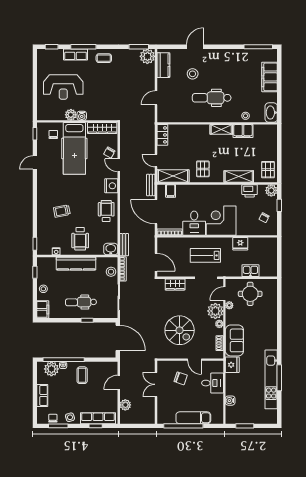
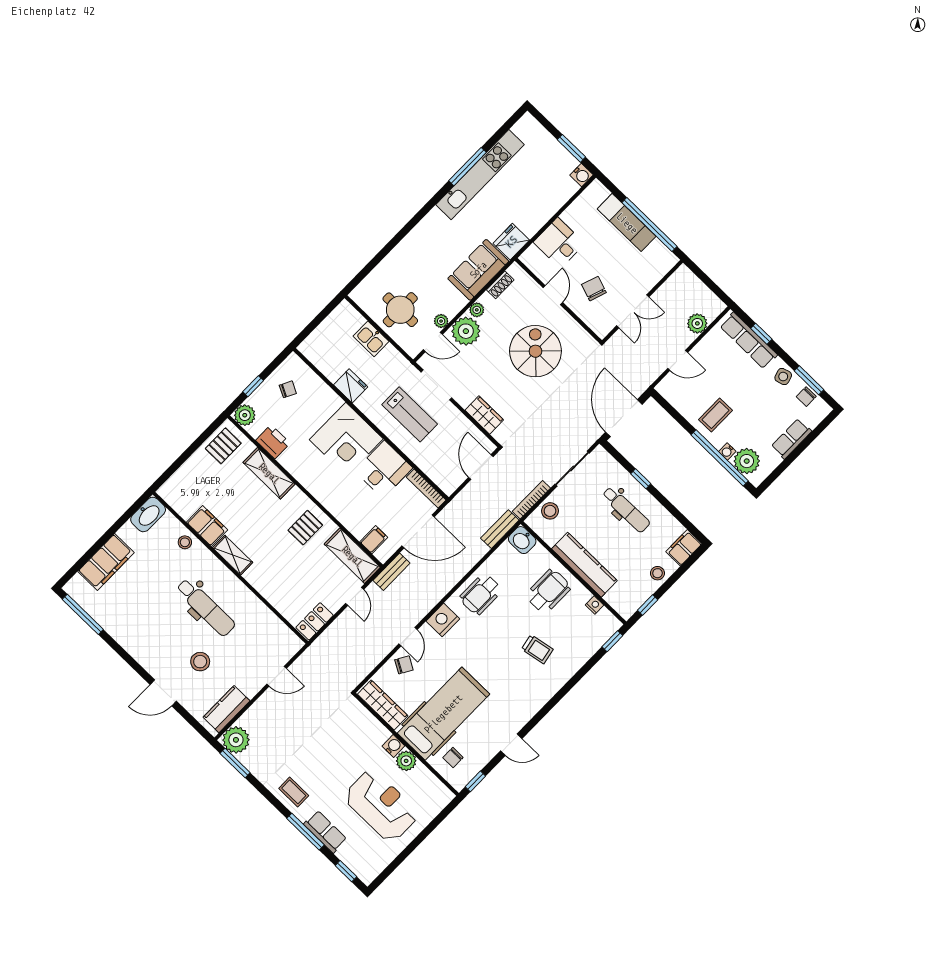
door: (156, 212) -> (418, 531), hinge flipped
water cooler: (230, 401) -> (581, 175), moved

